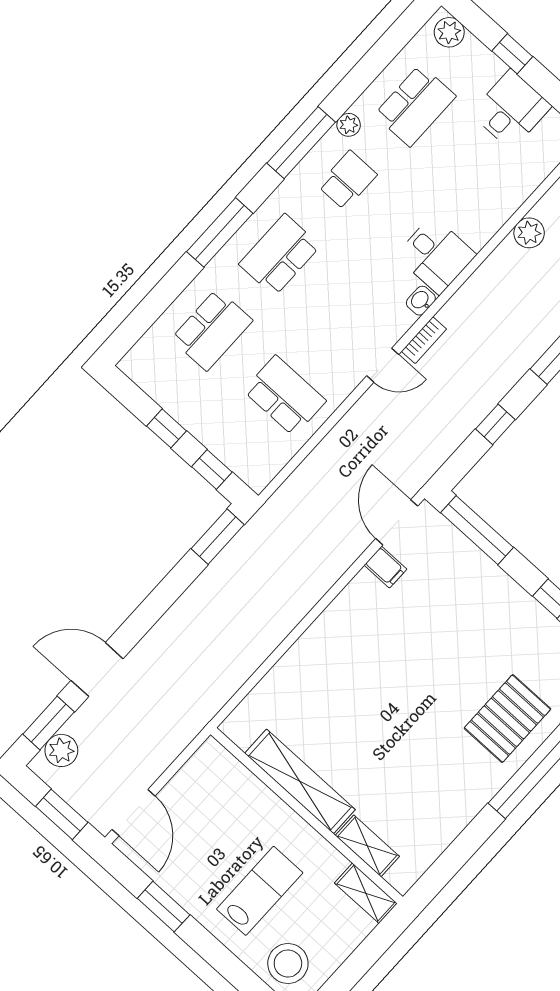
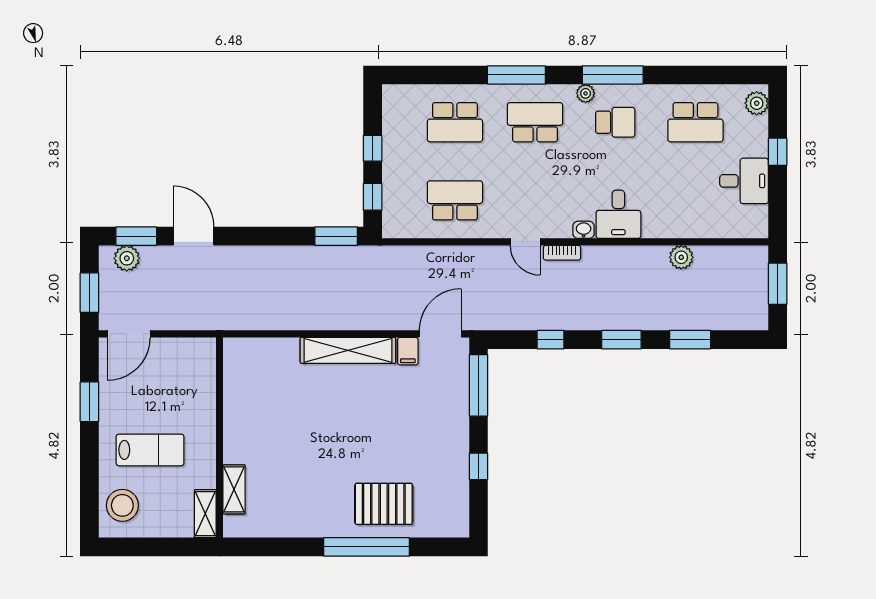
plant: (349, 125) -> (586, 93), moved
school desk: (285, 396) -> (455, 200), turned -90
shelving: (300, 781) -> (348, 350), moved, turned 90

